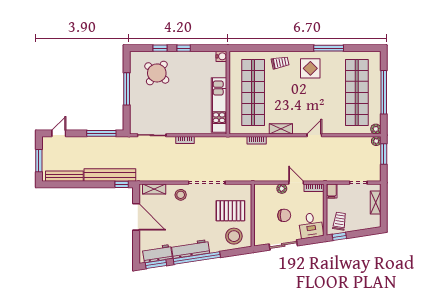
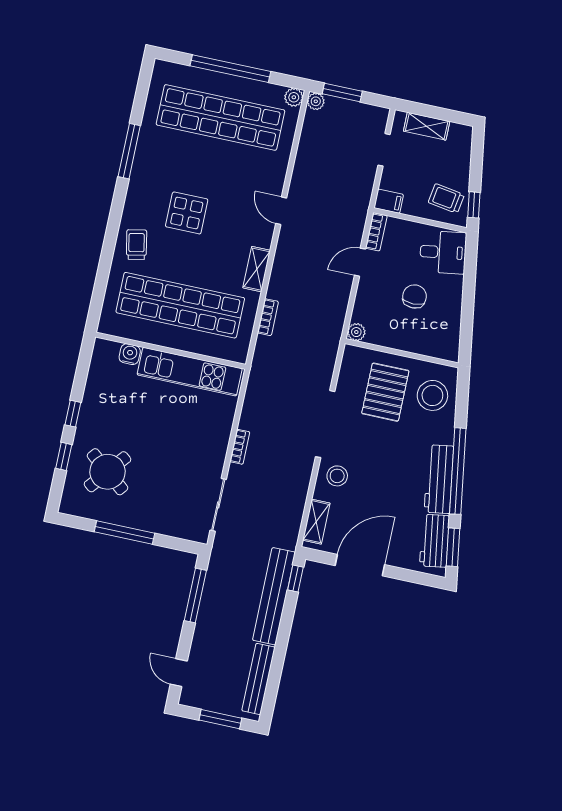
water cooler: (221, 56) -> (130, 354), moved
display table: (310, 68) -> (187, 213), moved
plant: (282, 189) -> (356, 332), moved
sliding door: (283, 245) -> (467, 310), removed

